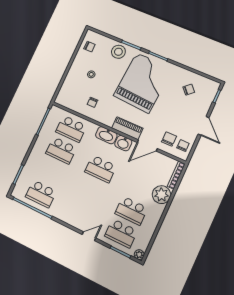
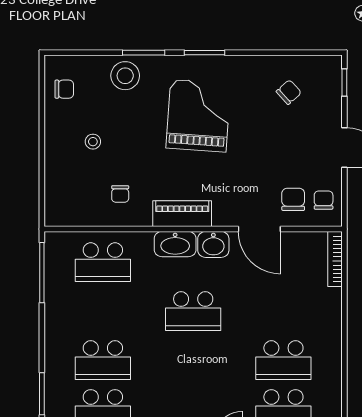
grand piano: (143, 83) -> (198, 116), width x0.73, depth x0.68
piano: (127, 128) -> (182, 214), moved
door: (147, 146) -> (259, 229), hinge flipped
school desk: (61, 150) -> (103, 360), moved
plant: (161, 195) -> (324, 306), removed

